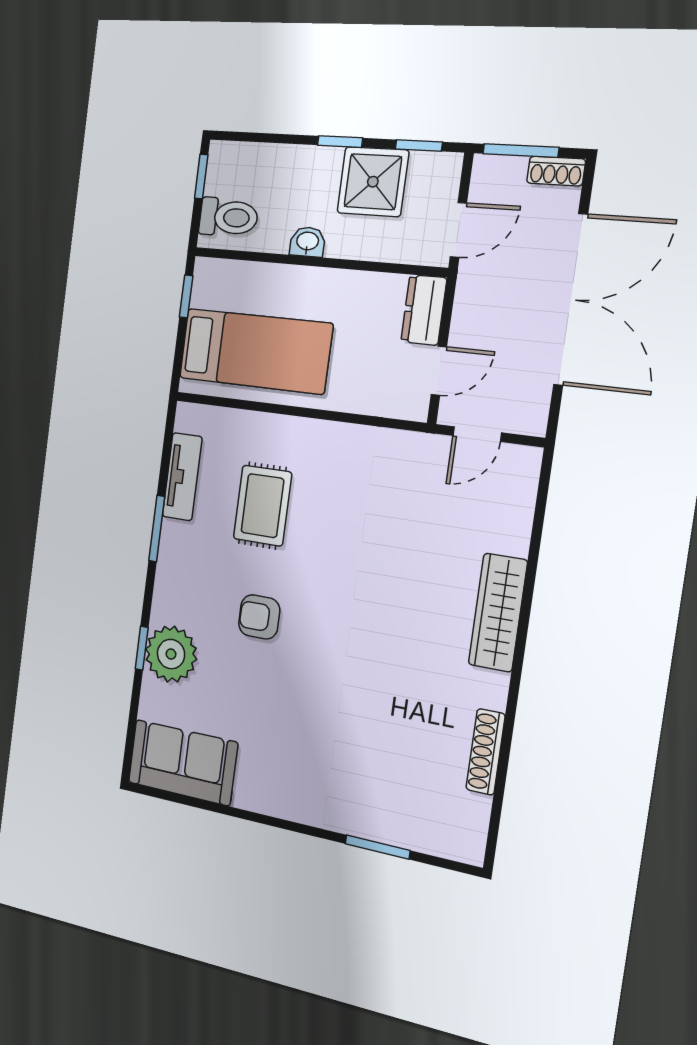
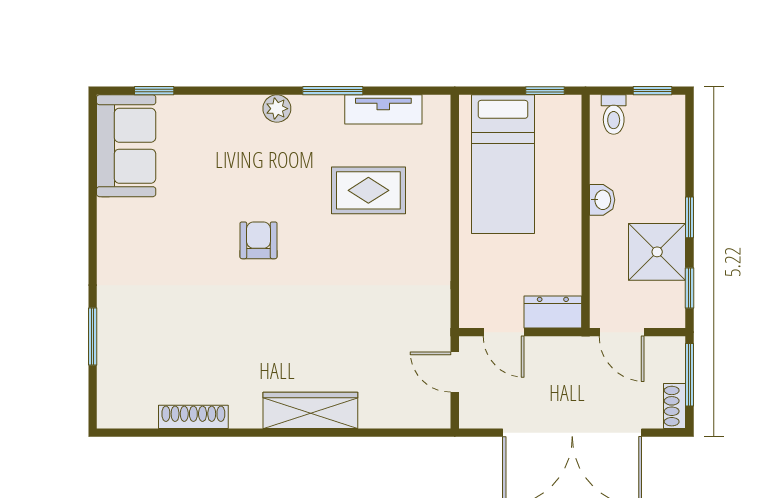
toilet: (228, 217) -> (614, 115), width x0.73, depth x0.72
armchair: (259, 617) -> (258, 240), moved
window: (142, 648) -> (154, 91), moved
plant: (171, 654) -> (277, 109), moved, width x0.53, depth x0.53

